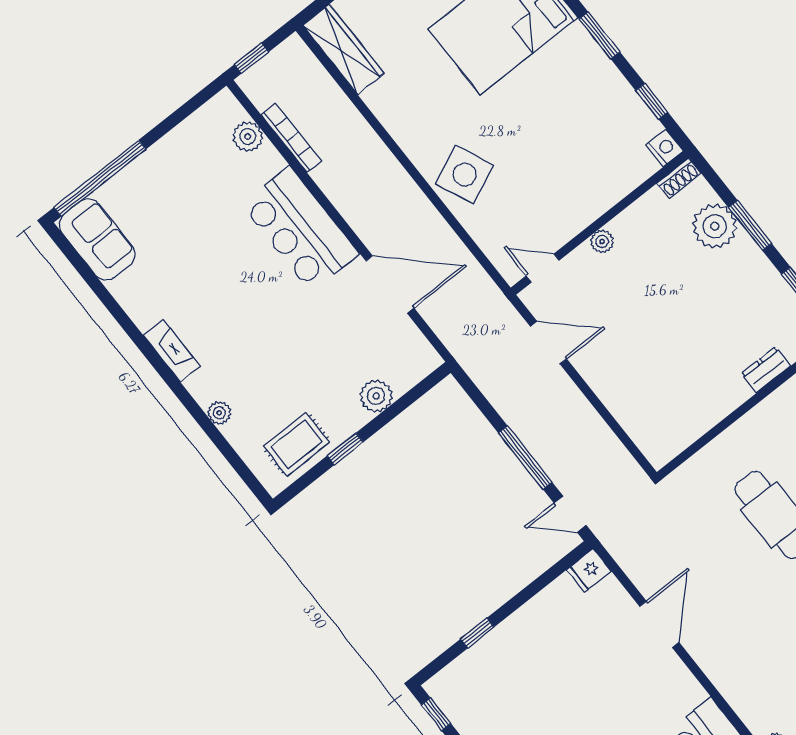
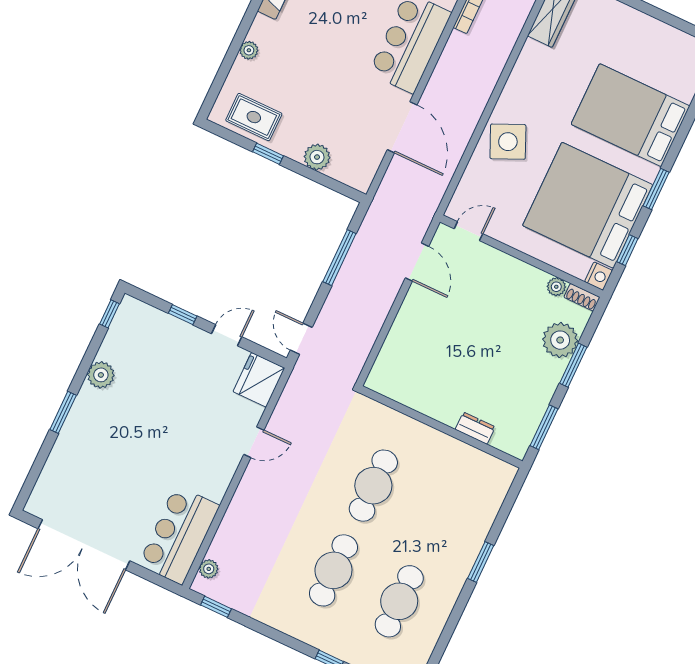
bed: (580, 121) -> (588, 205), added
plant: (602, 241) -> (556, 287), moved
door: (543, 268) -> (468, 231), hinge flipped
window: (525, 458) -> (339, 258), moved
fridge: (589, 570) -> (259, 380), width x1.88, depth x1.34
door: (525, 595) -> (227, 335), added
door: (659, 624) -> (254, 442), width x0.73

